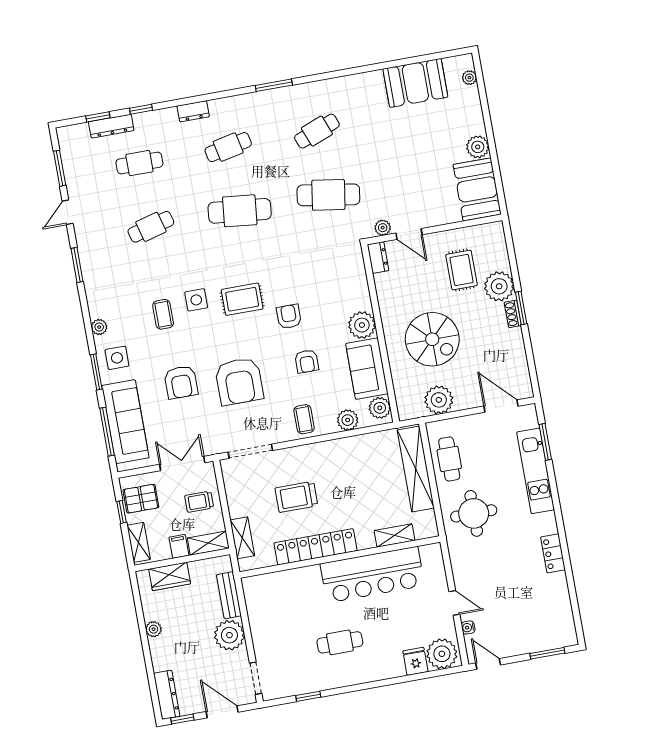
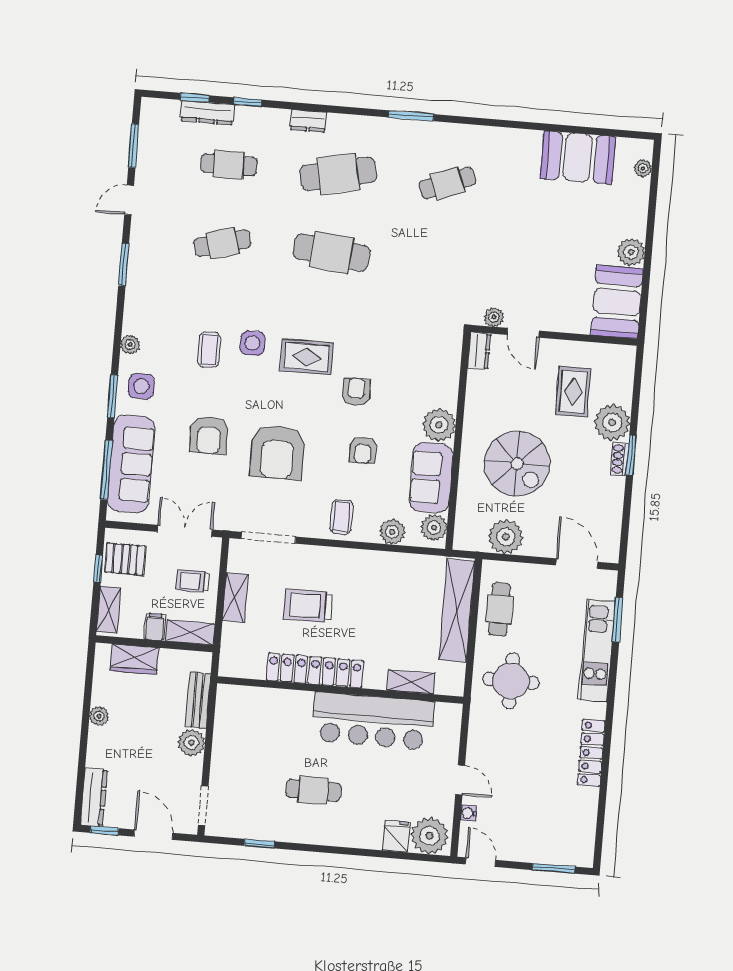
cafe table: (228, 147) -> (338, 174), width x1.37, depth x1.35
cafe table: (328, 195) -> (441, 262), removed
shelving: (242, 538) -> (235, 597), moved
locker: (553, 553) -> (591, 753), width x1.53
plant: (229, 635) -> (191, 743), width x0.73, depth x0.73

